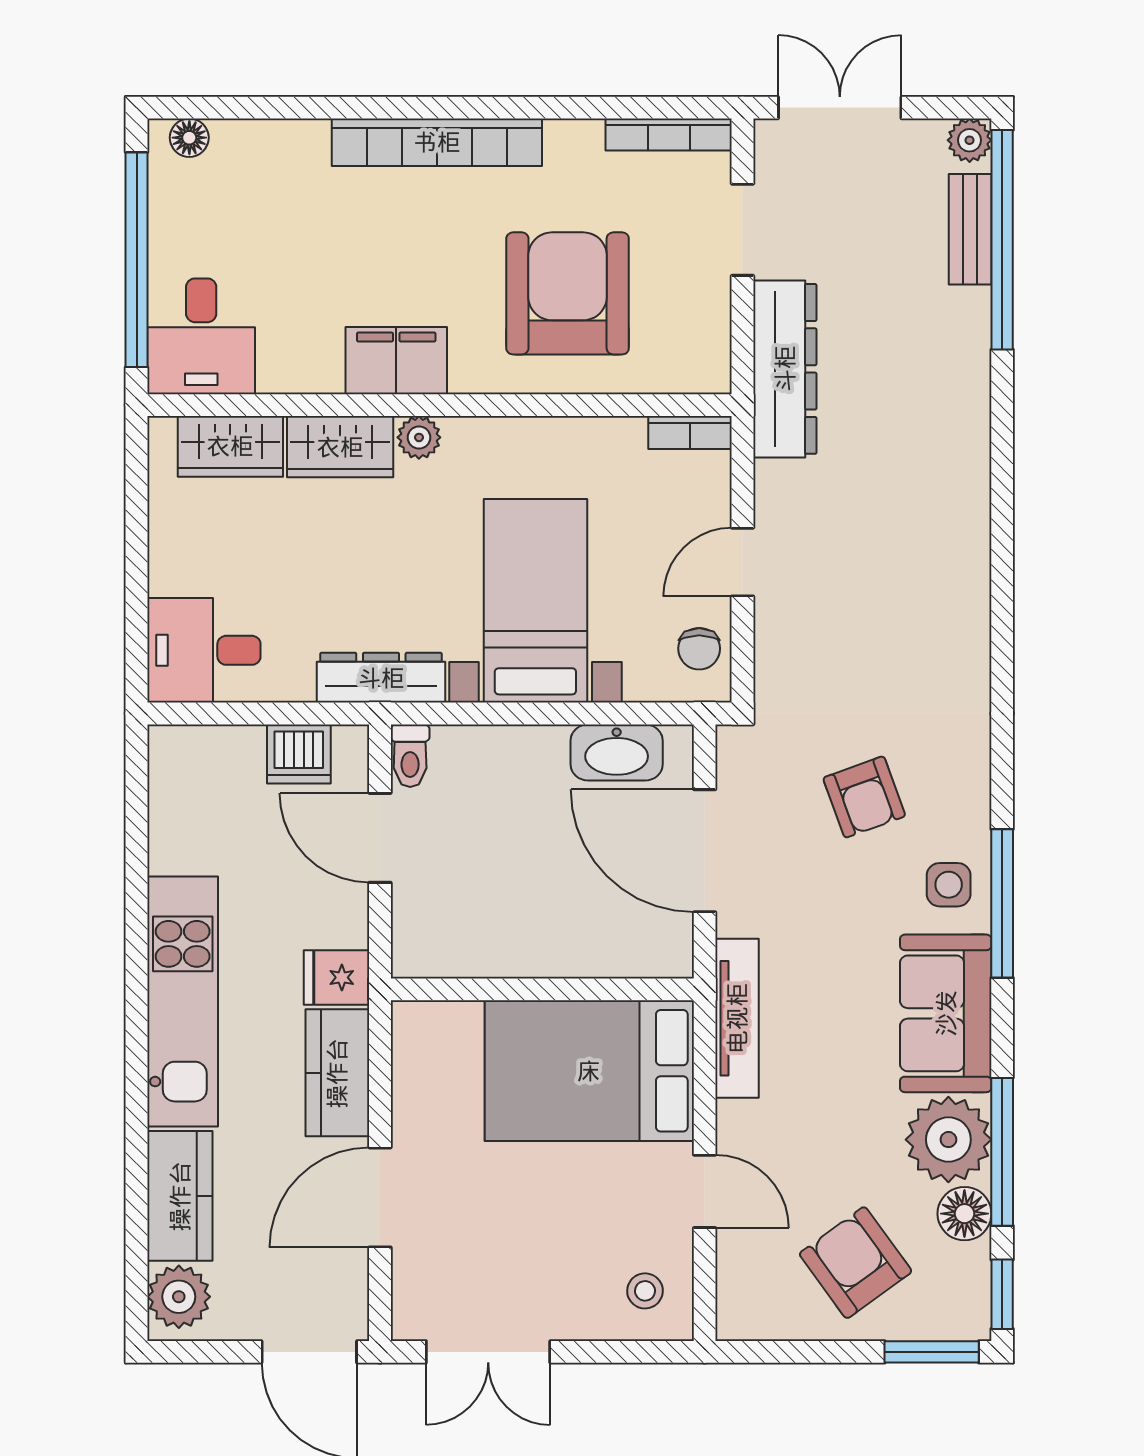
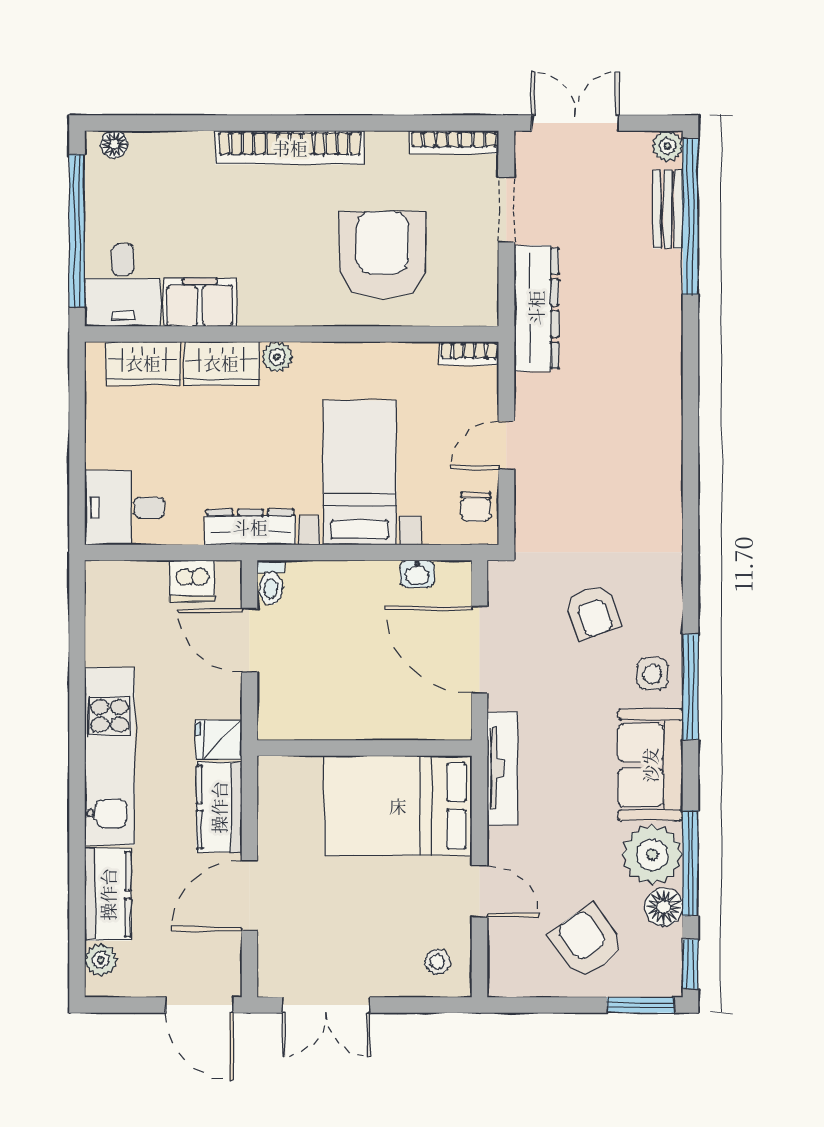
filing cabinet: (396, 361) -> (200, 302), moved
washbasin: (617, 752) -> (417, 574), width x0.52, depth x0.69
plant: (179, 1297) -> (101, 960), width x0.73, depth x0.73

